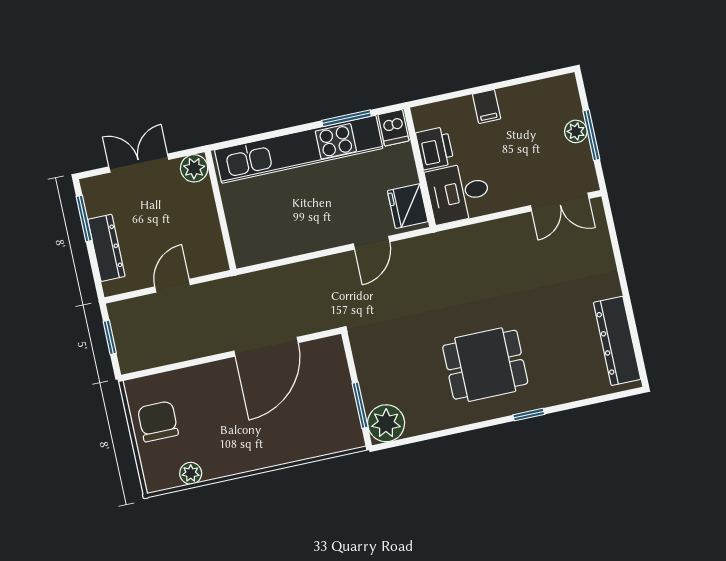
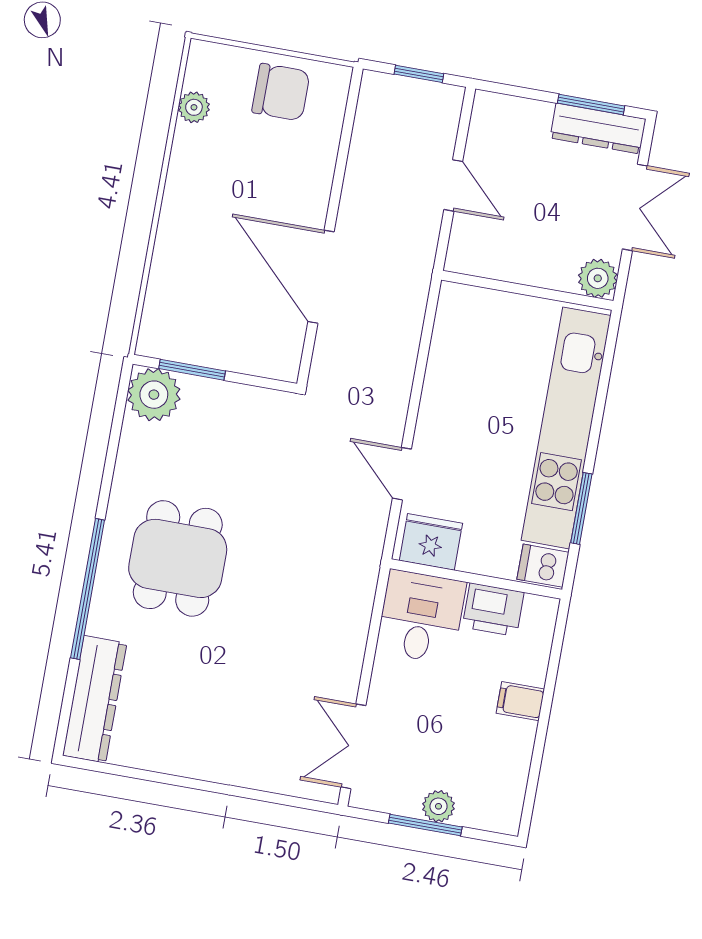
dresser: (106, 248) -> (598, 129), moved
dresser: (617, 341) -> (95, 699), moved, turned 90
window: (529, 415) -> (88, 589), width x3.17

